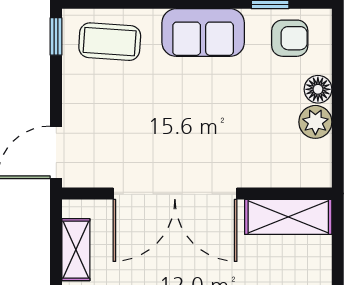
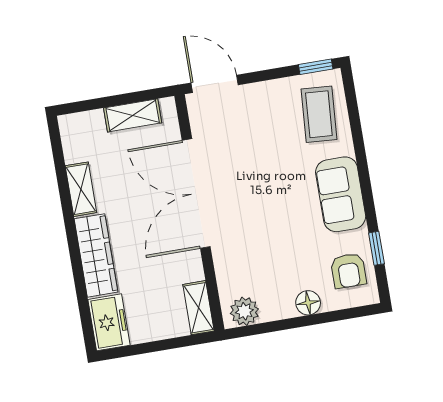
plant: (315, 122) -> (244, 311), moved
shelving: (288, 217) -> (198, 308), width x0.67, depth x0.75

